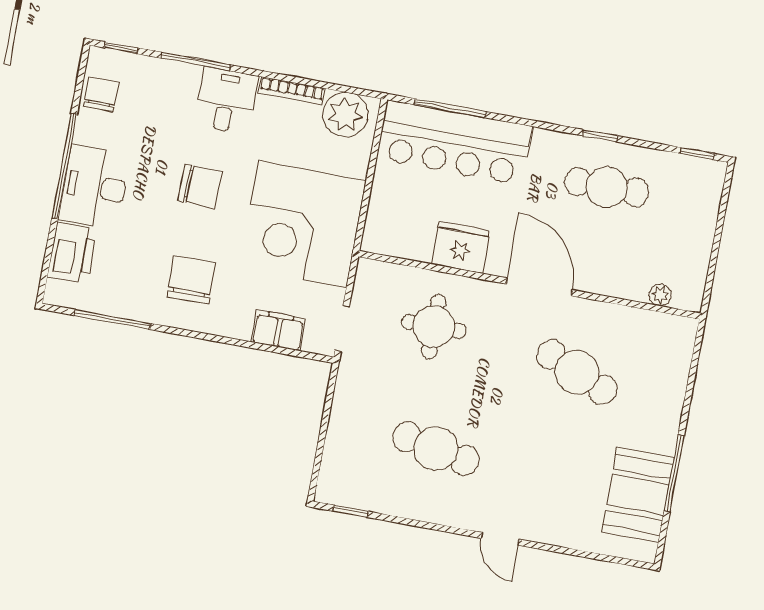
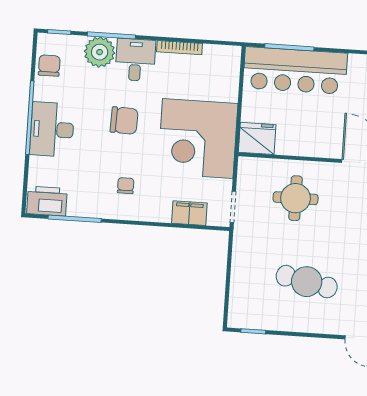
plant: (345, 115) -> (100, 52), moved
fridge: (461, 247) -> (257, 138), moved
printer: (72, 253) -> (47, 201), moved, turned -90
chair: (191, 280) -> (126, 186), width x0.54, depth x0.54

